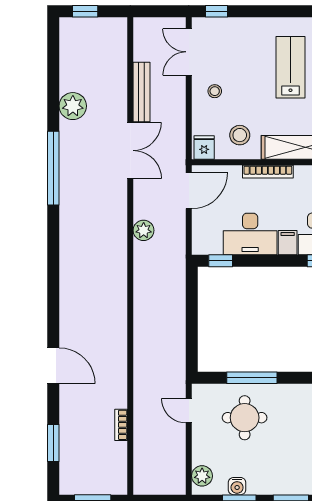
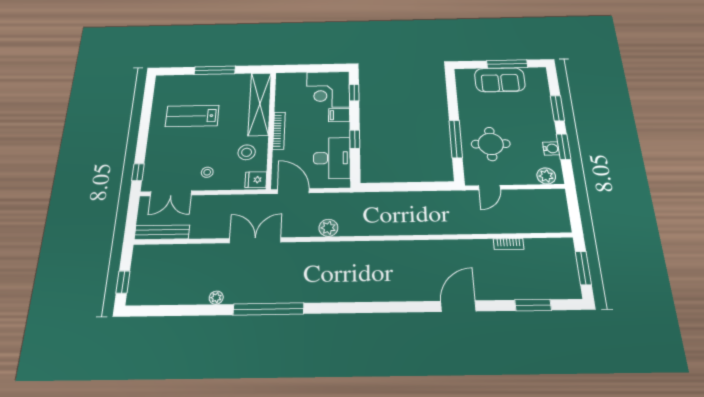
bench: (142, 92) -> (162, 232), moved
plant: (73, 106) -> (216, 298), width x0.53, depth x0.53
desk: (250, 234) -> (332, 158), moved
window: (221, 261) -> (355, 139), moved

